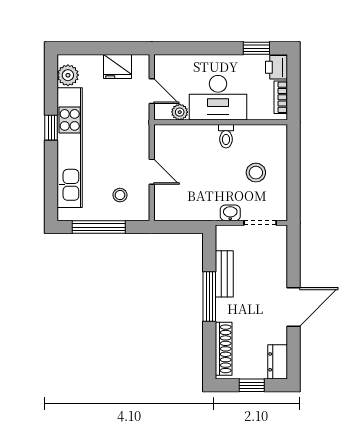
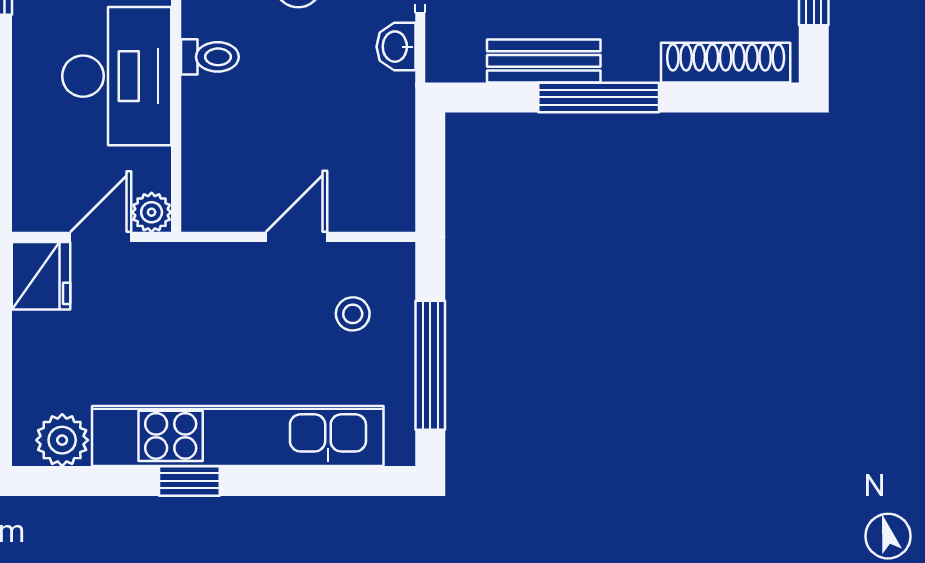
fridge: (118, 66) -> (41, 276), moved
plant: (180, 112) -> (152, 212), moved

